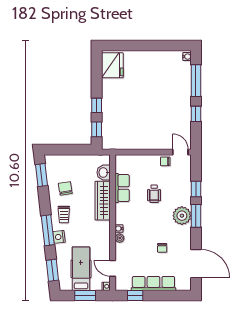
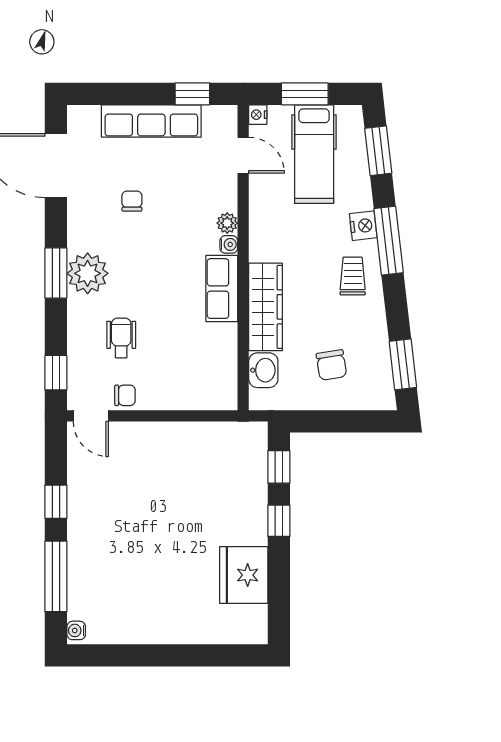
fridge: (112, 65) -> (244, 575), moved
chair: (65, 188) -> (331, 365), moved
row of seats: (122, 188) -> (222, 289), moved
window: (196, 189) -> (56, 373), moved
wheelchair: (154, 194) -> (121, 338), moved

